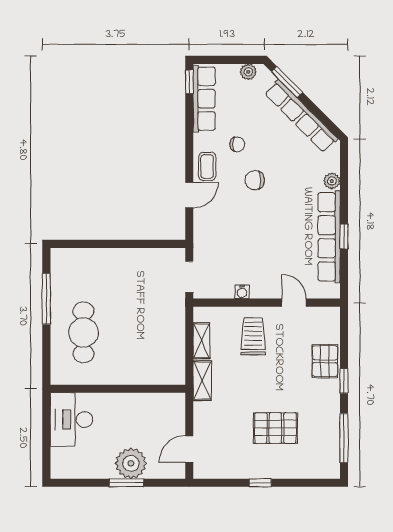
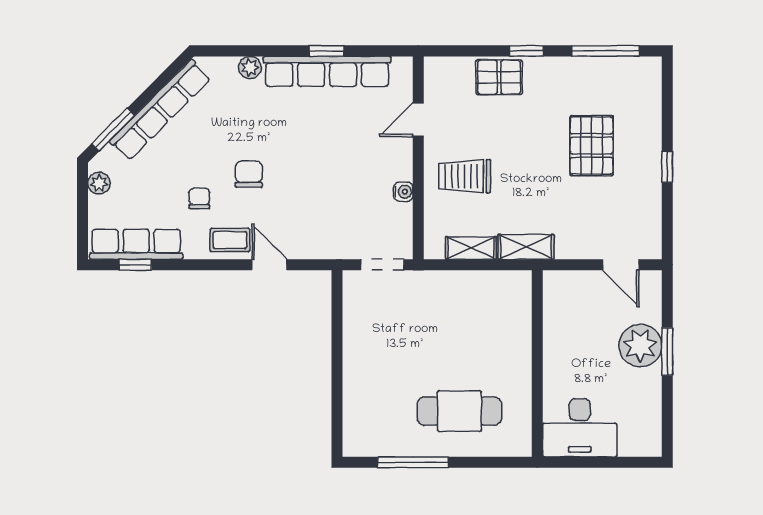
window: (189, 82) -> (135, 265), moved
chair: (255, 180) -> (249, 174), turned 180

